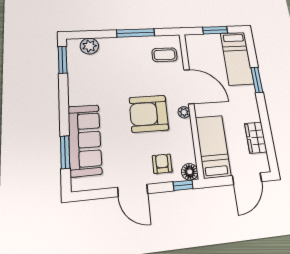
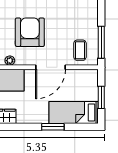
window: (136, 33) -> (101, 42), moved
plant: (184, 112) -> (10, 61), moved

